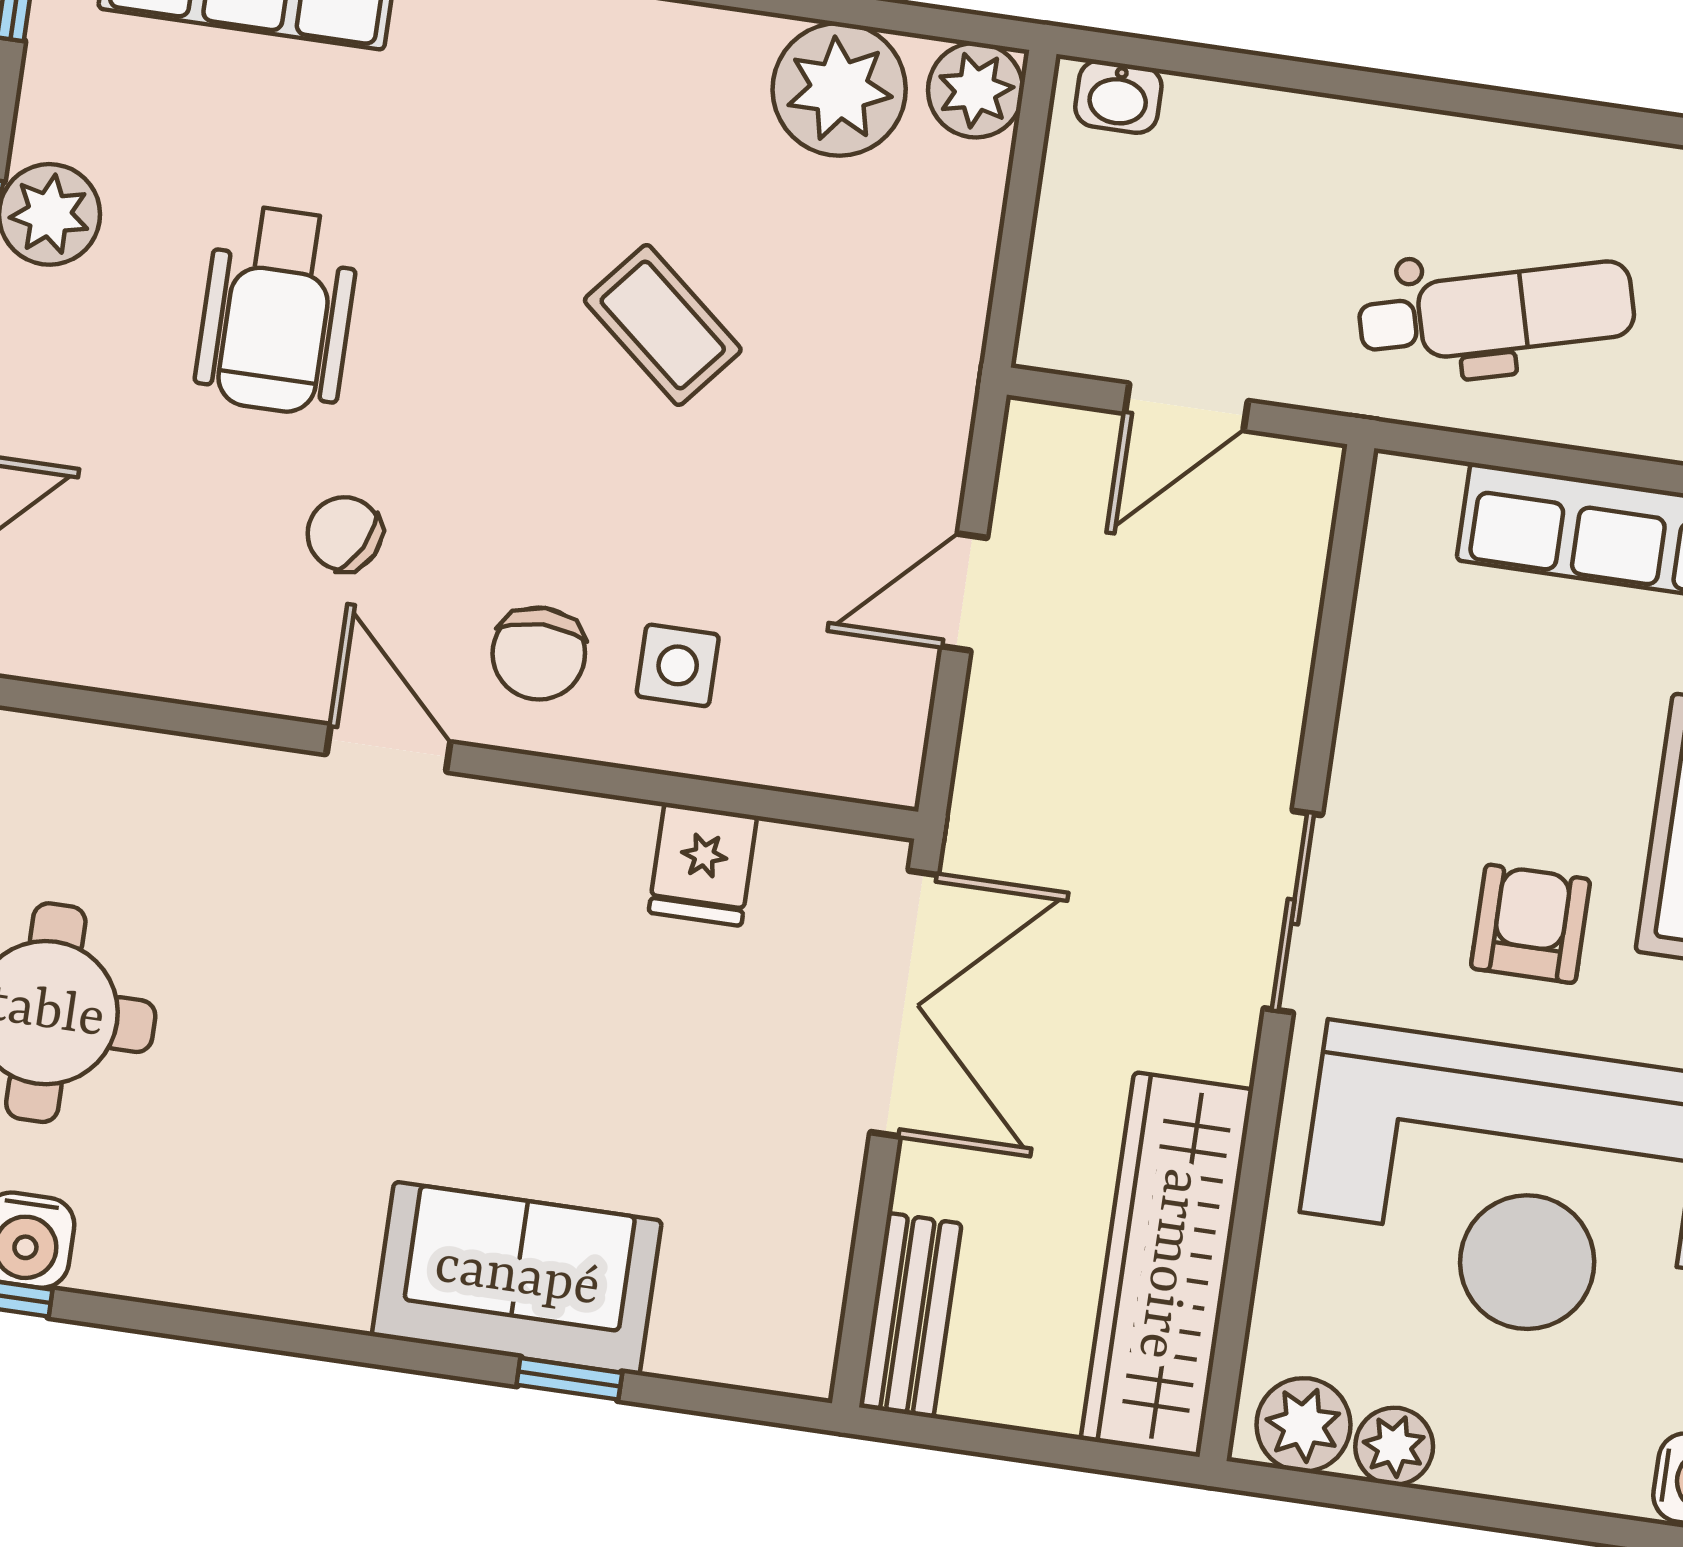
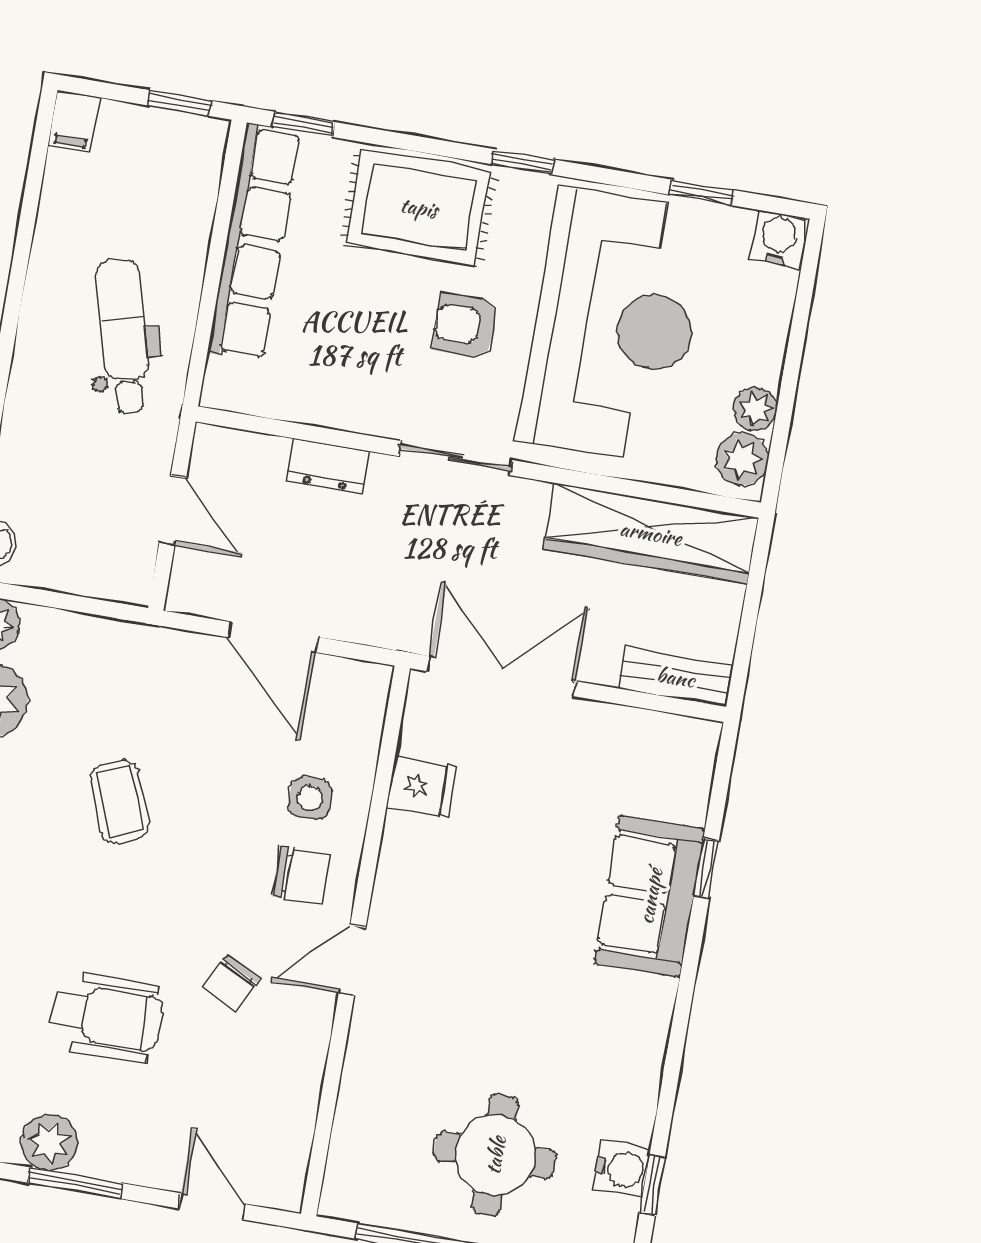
coffee table: (663, 325) -> (120, 802), turned -61
door: (964, 592) -> (273, 637), width x1.38
dresser: (1273, 682) -> (327, 466), added

